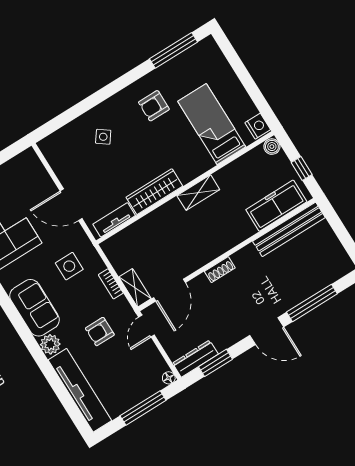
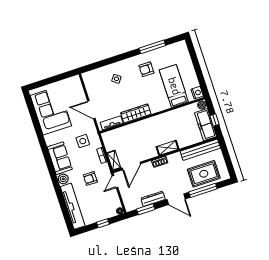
window: (174, 50) -> (152, 47), moved
shelving: (198, 193) -> (167, 148), moved
freezer: (276, 206) -> (206, 125), moved, turned -90
rug: (306, 272) -> (204, 174), added
dresser: (195, 359) -> (153, 199), moved
window: (143, 408) -> (103, 223), width x0.46

